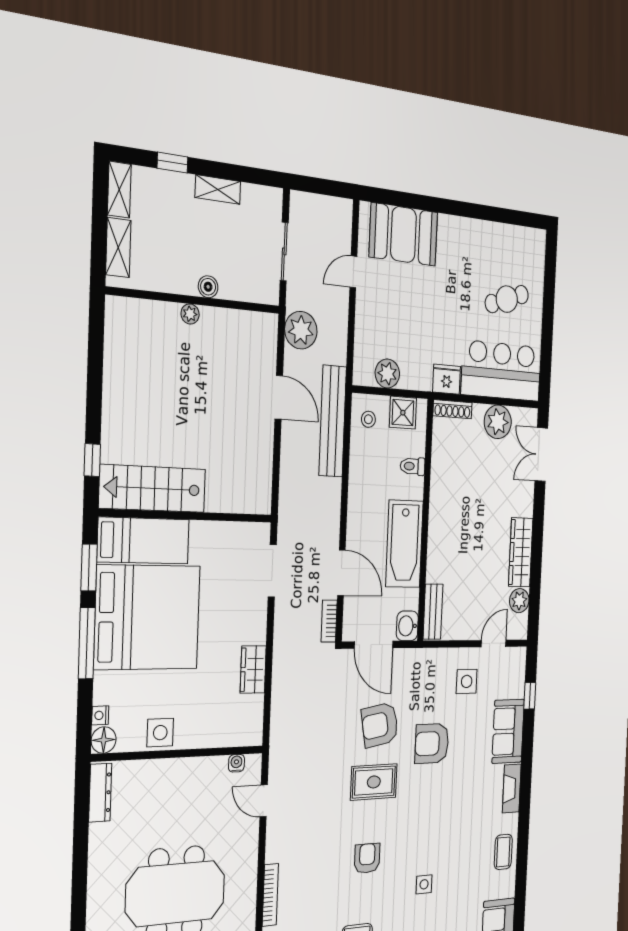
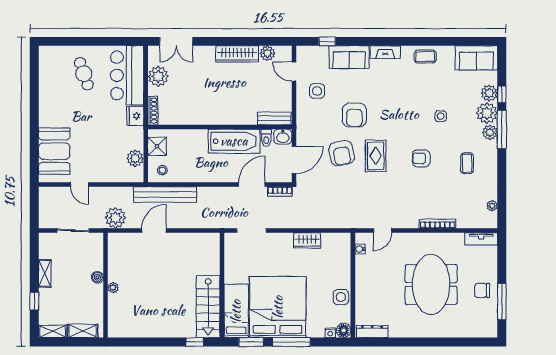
toilet: (413, 466) -> (266, 138), moved

